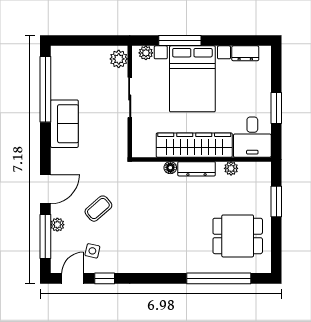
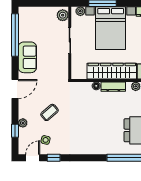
door: (45, 189) -> (15, 89), moved
window: (45, 237) -> (15, 131), width x0.46

